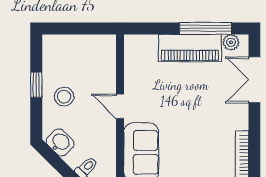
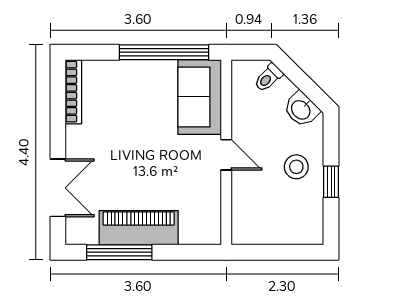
plant: (231, 42) -> (87, 235), removed

